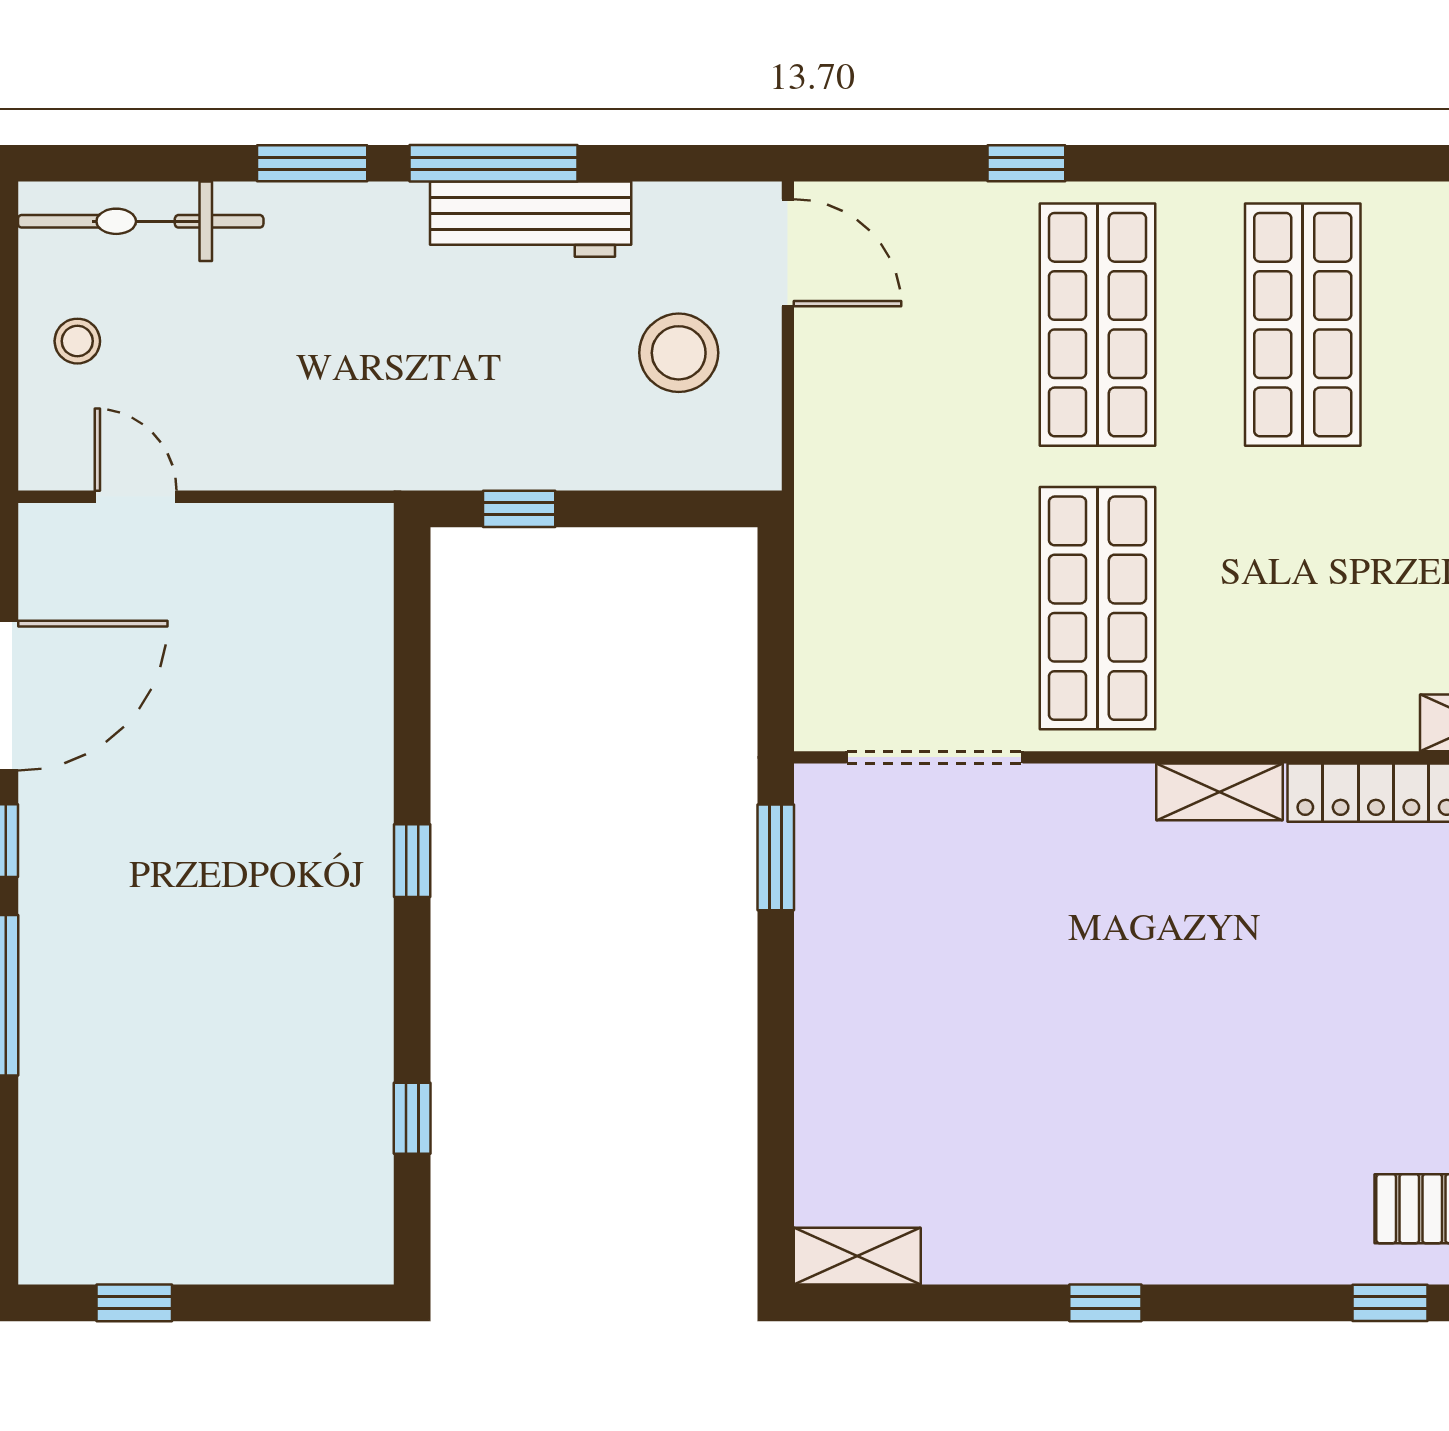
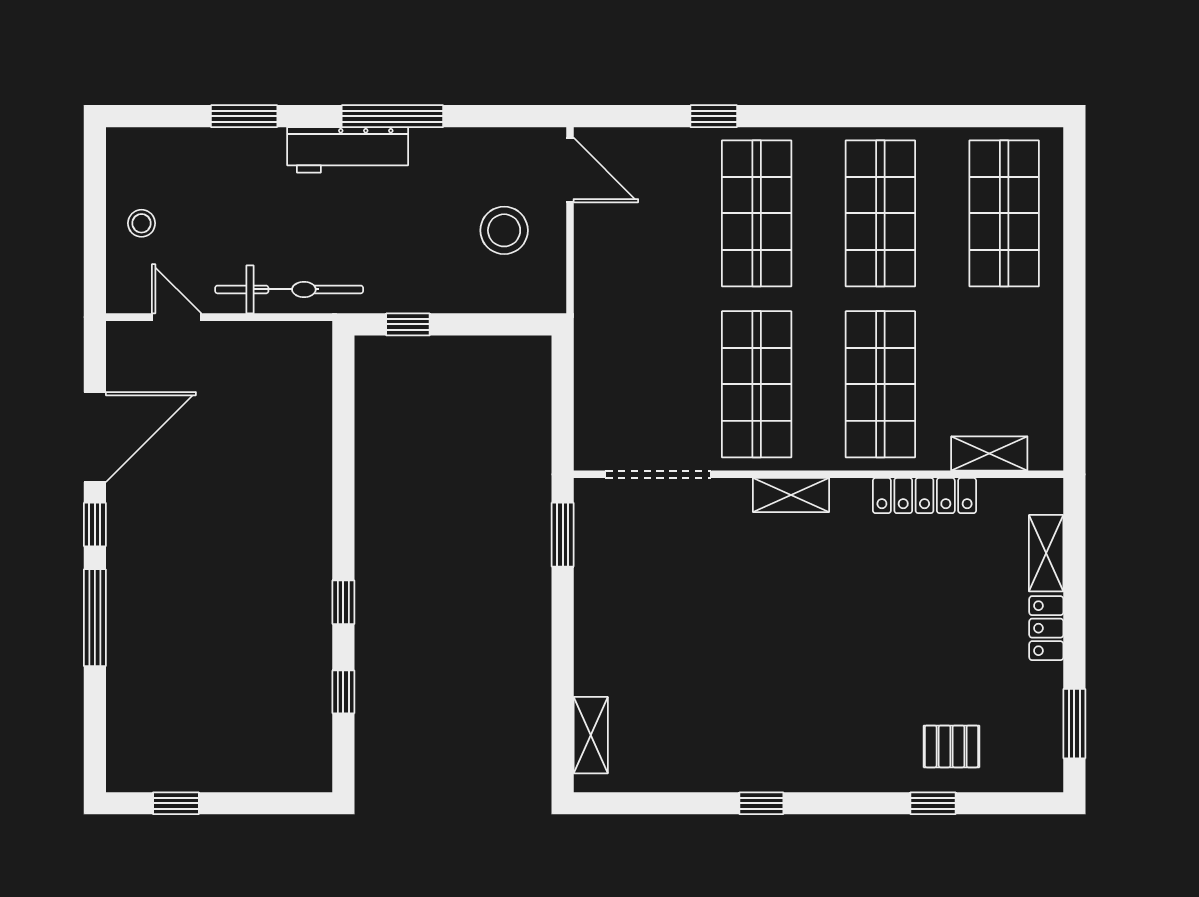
window: (312, 163) -> (244, 116), moved
workbench: (531, 219) -> (348, 150), moved
bicycle: (141, 221) -> (289, 289), moved, turned 180
shop shelf: (1303, 608) -> (880, 384), added
shelving: (1220, 792) -> (791, 495), moved
window: (412, 861) -> (343, 602), moved
shelving: (857, 1256) -> (591, 735), moved, turned 90

